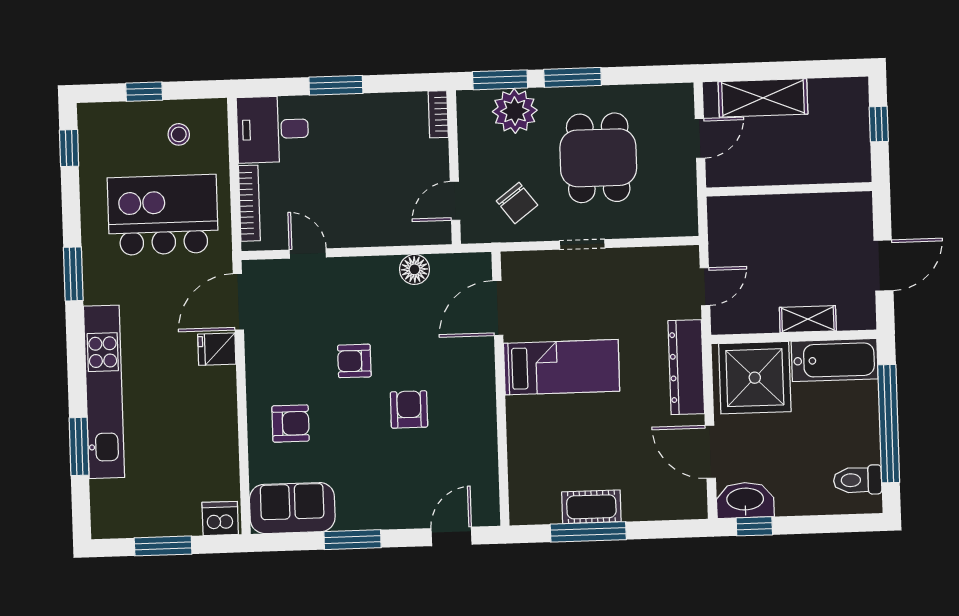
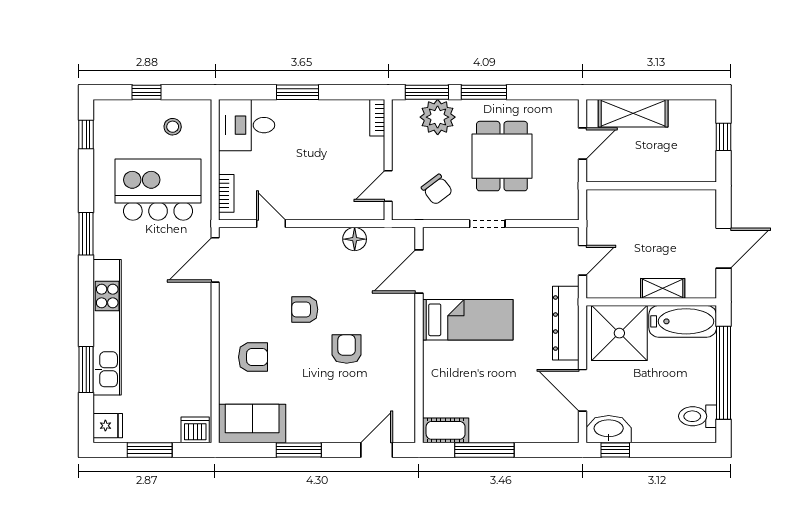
bookcase: (249, 203) -> (226, 193), width x0.64
fridge: (217, 349) -> (108, 426), moved, turned 180
cot: (591, 507) -> (446, 430), moved

